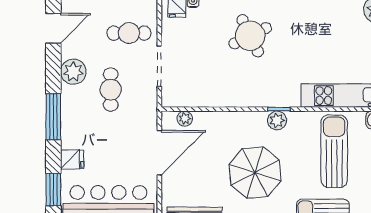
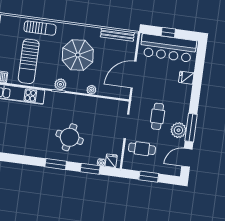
round table: (250, 36) -> (70, 137), turned 38
window: (53, 117) -> (191, 128), moved
plant: (185, 119) -> (91, 90), moved
window: (53, 190) -> (200, 61), removed

